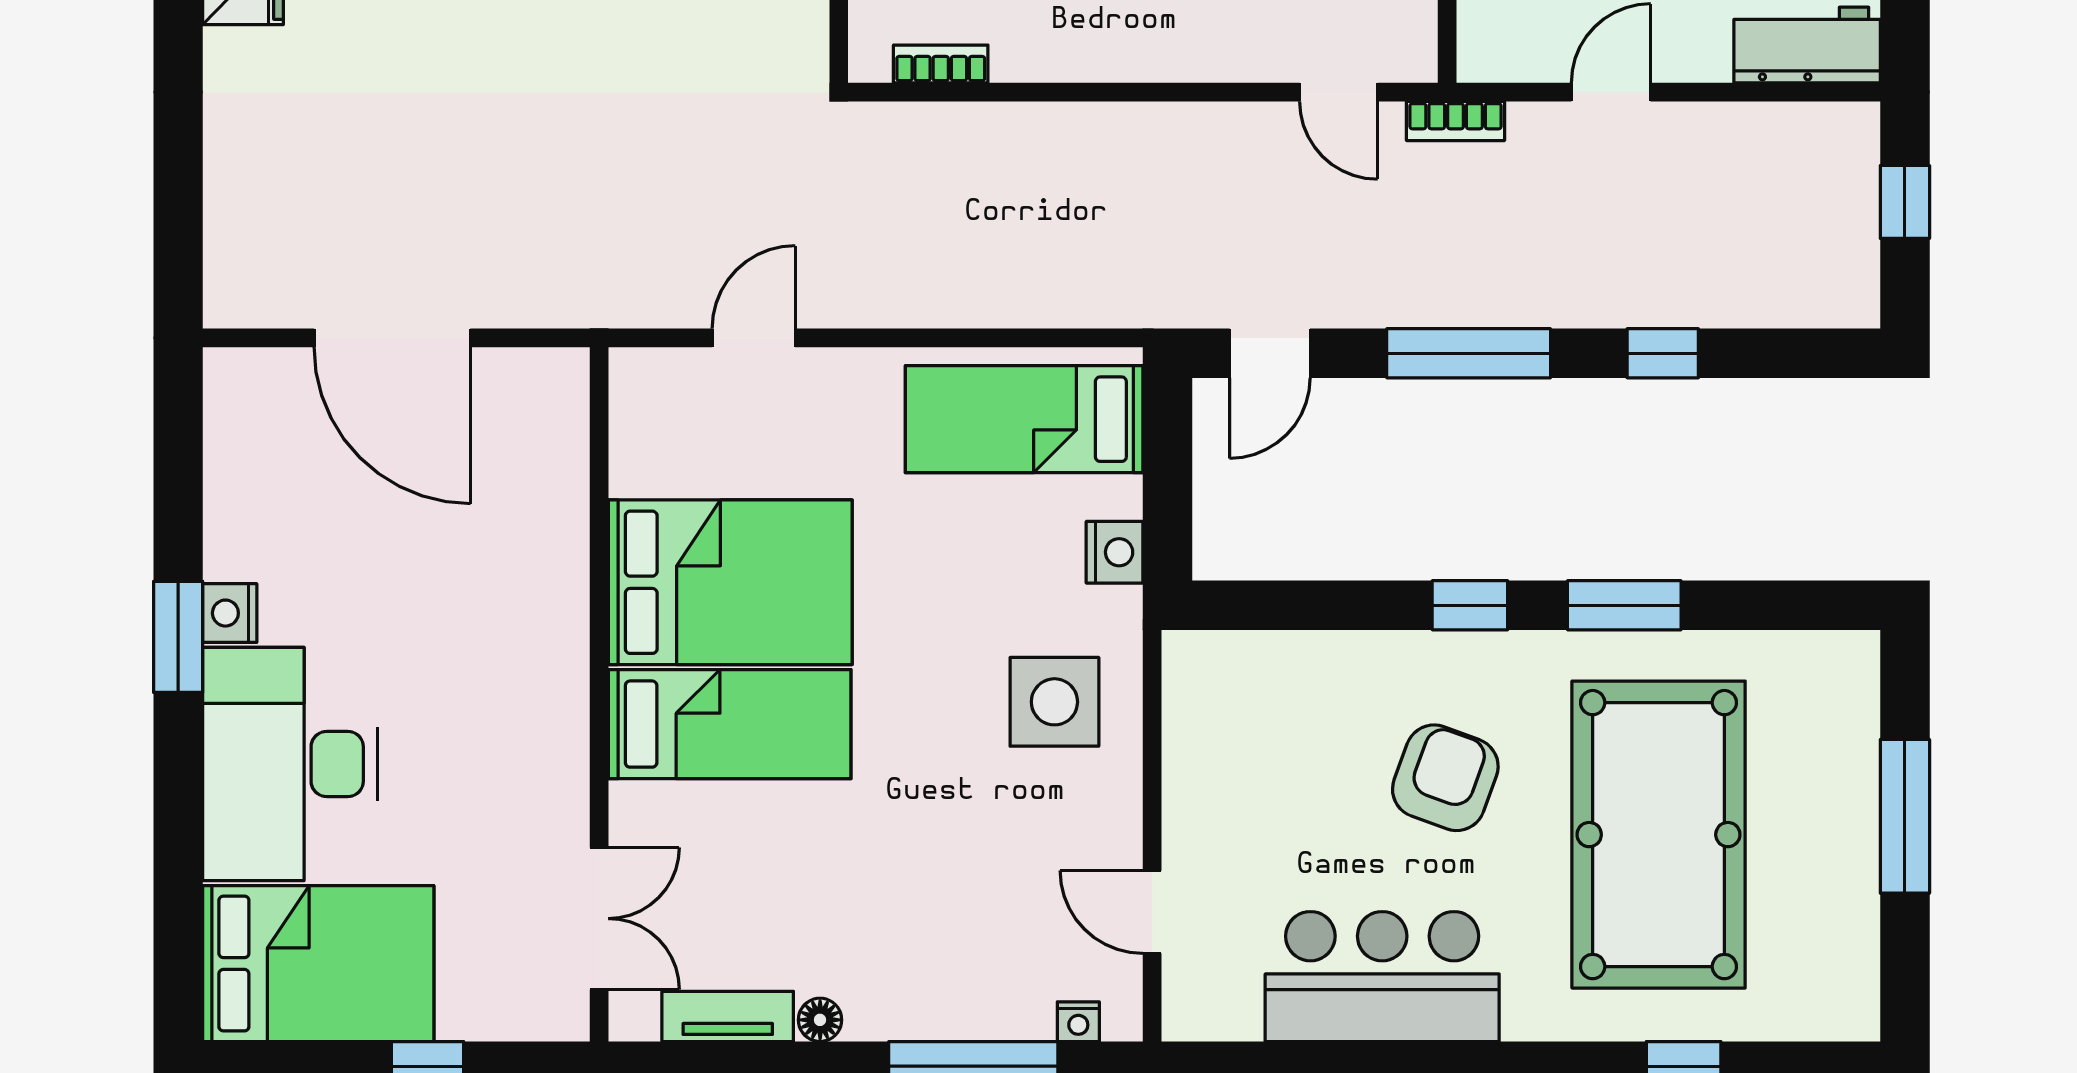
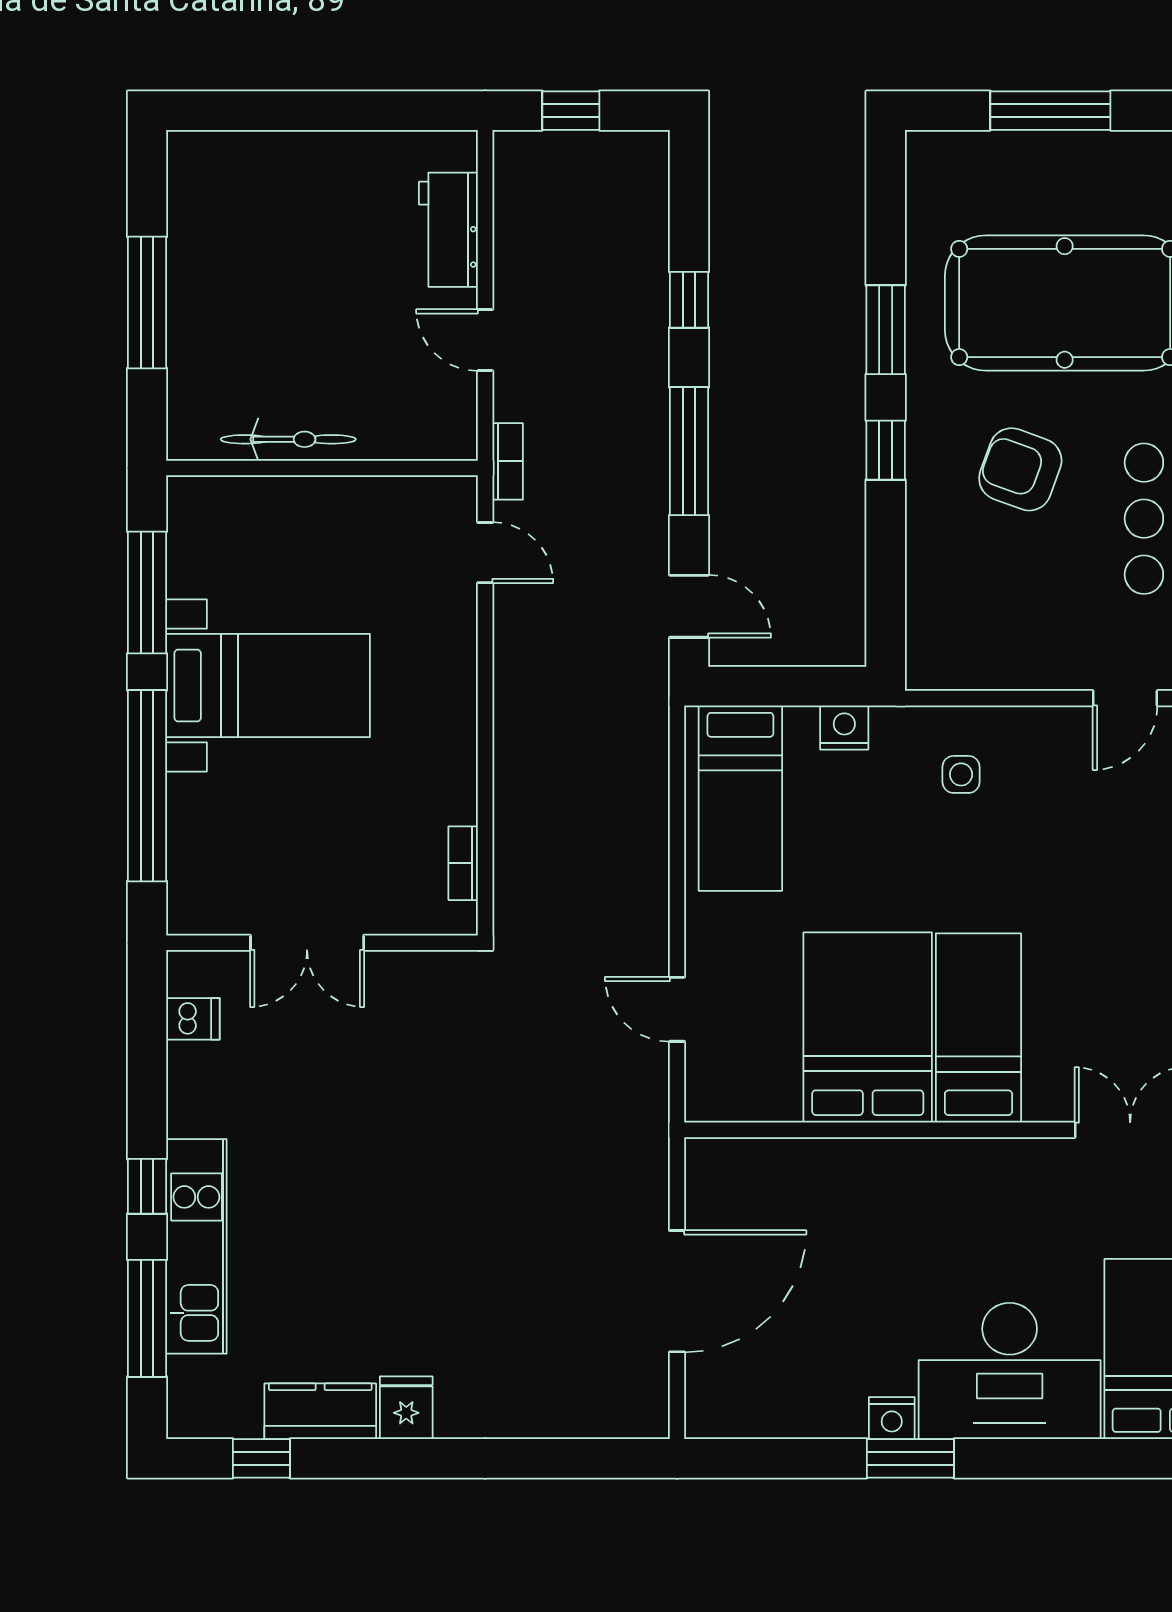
workbench: (1807, 45) -> (448, 230), moved
door: (1339, 92) -> (485, 553), hinge flipped
side table: (1054, 702) -> (961, 774), width x0.54, depth x0.54

